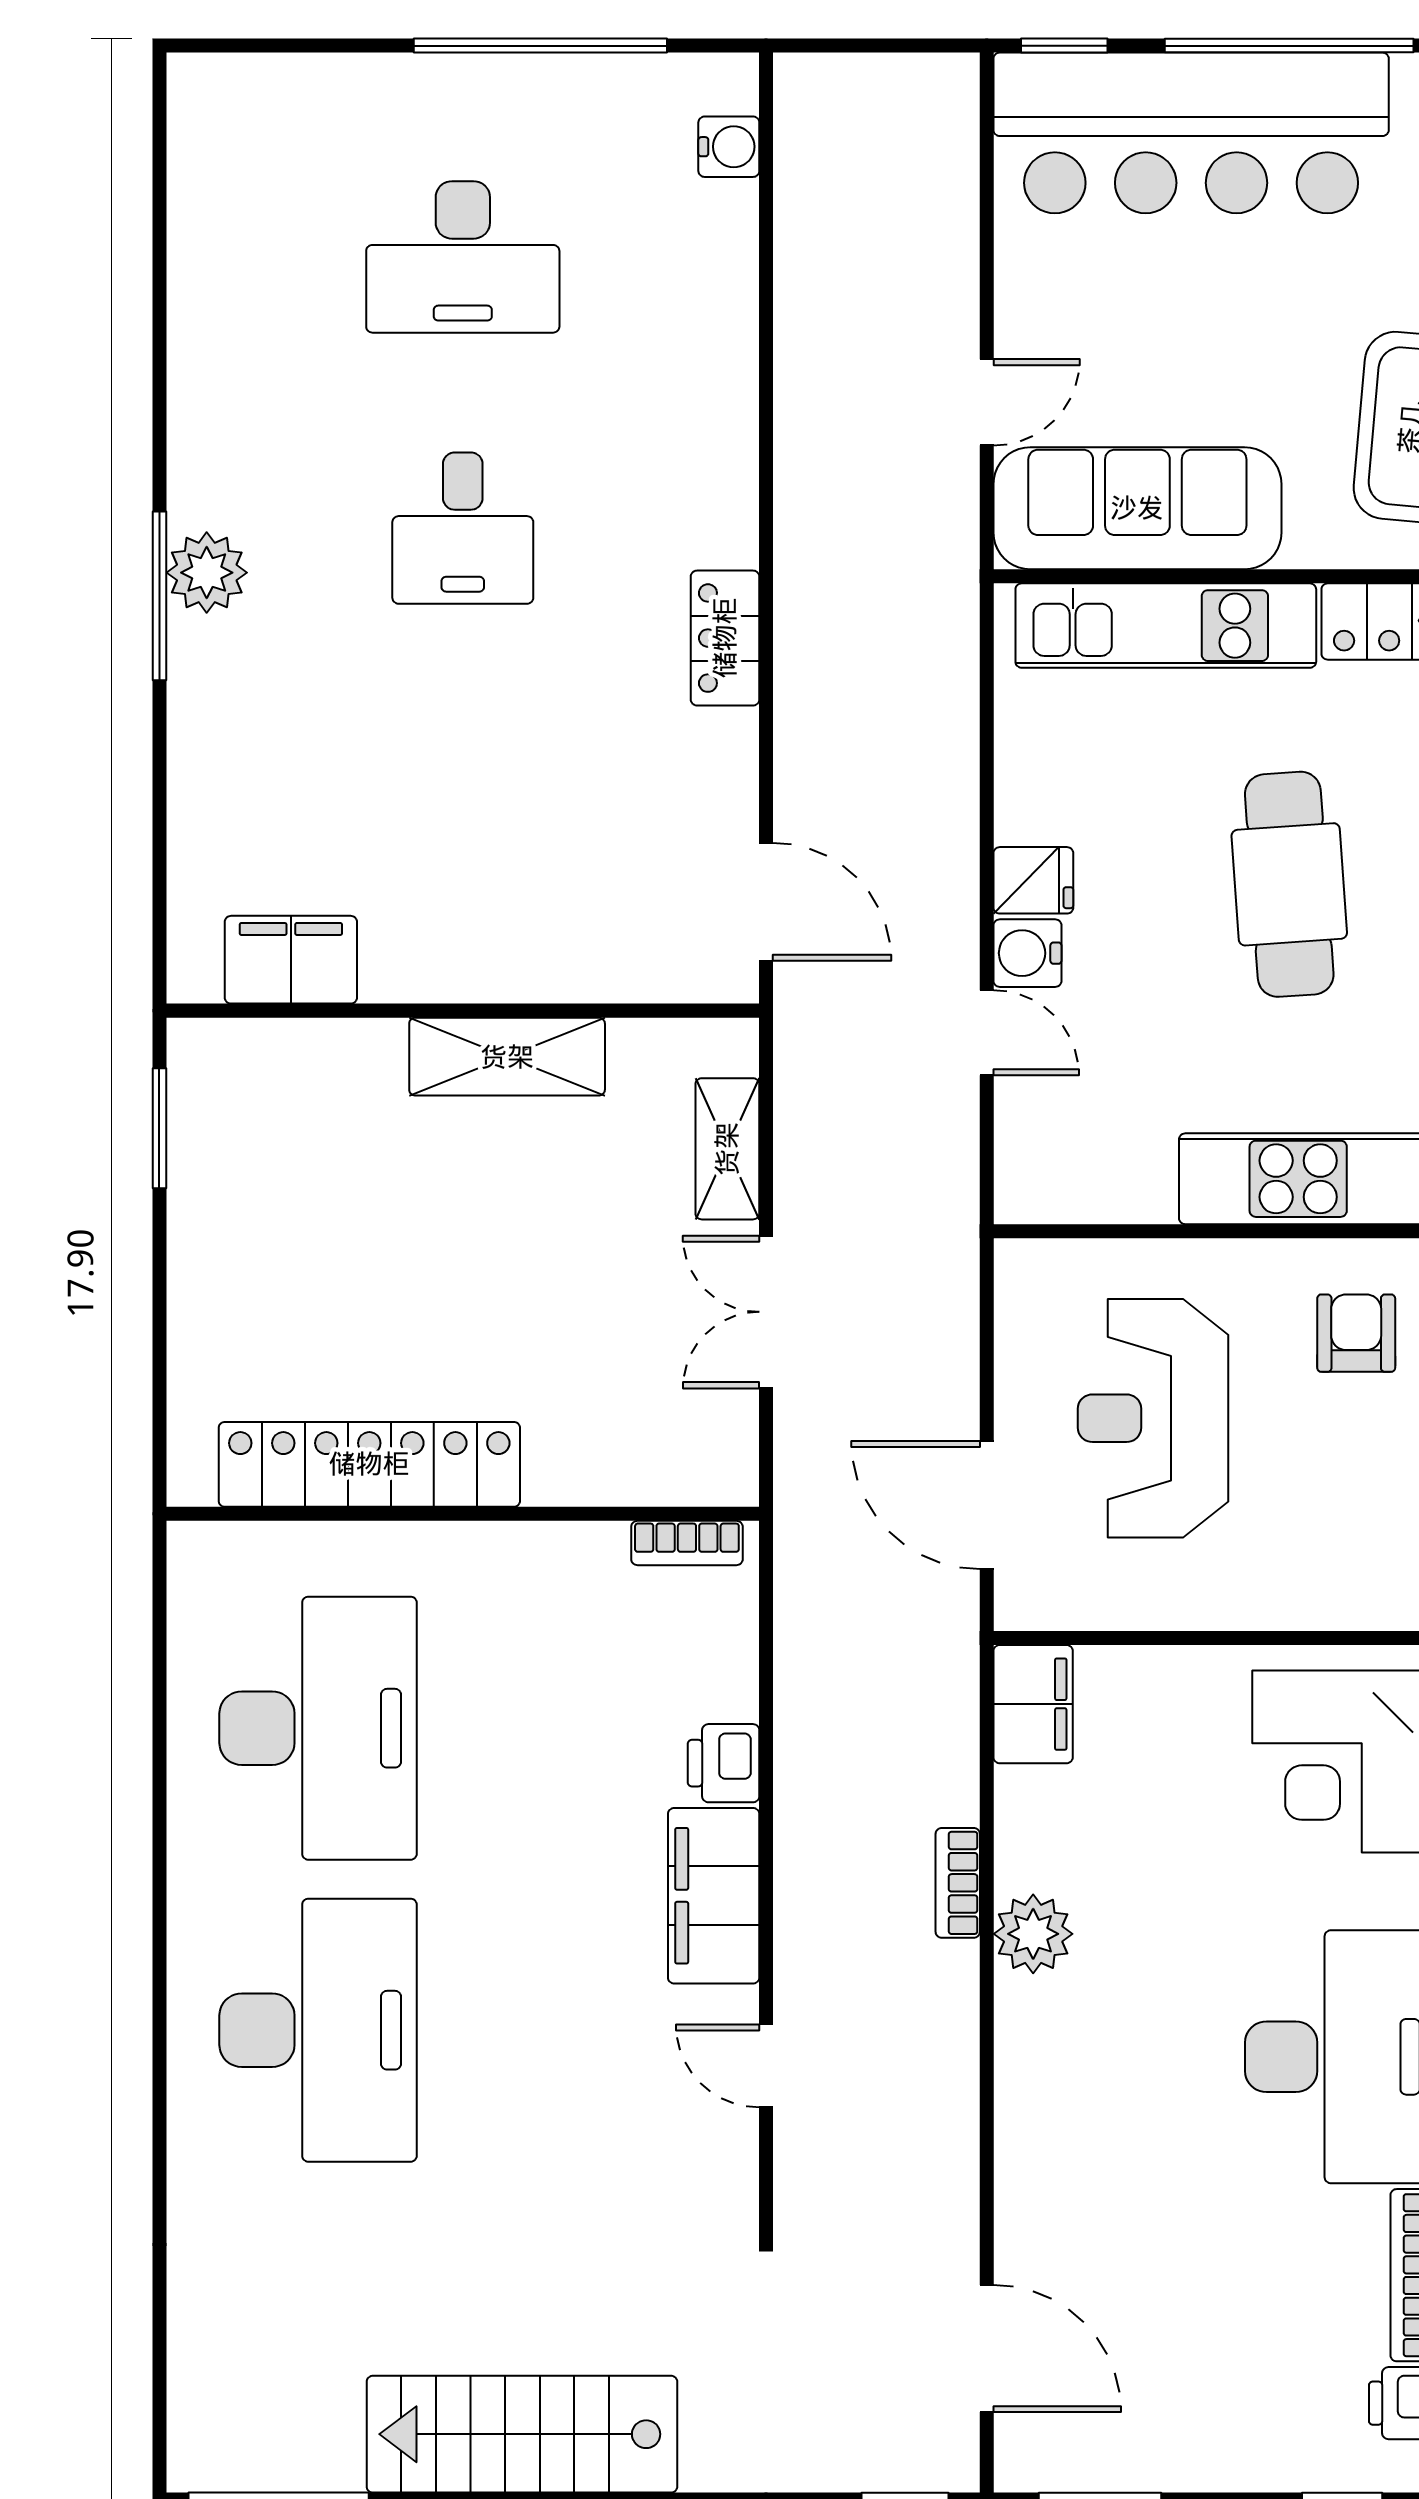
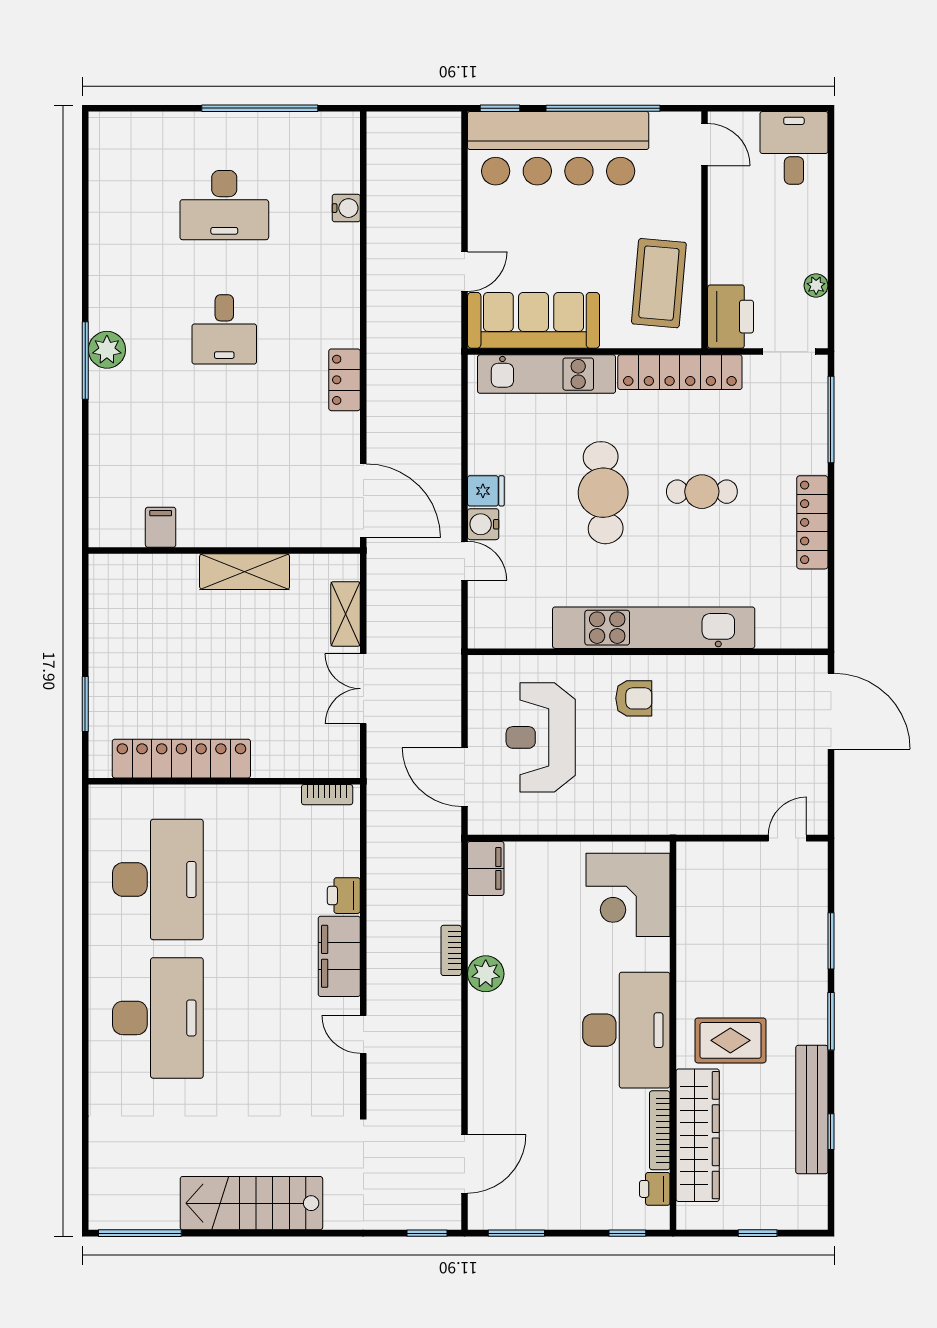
water cooler: (729, 147) -> (346, 208), moved
door: (766, 902) -> (363, 501), width x1.36
filing cabinet: (291, 960) -> (161, 527), width x0.50
window: (159, 1128) -> (85, 704), moved
armchair: (1356, 1333) -> (634, 698), turned 90
door: (987, 2349) -> (464, 1164), hinge flipped

